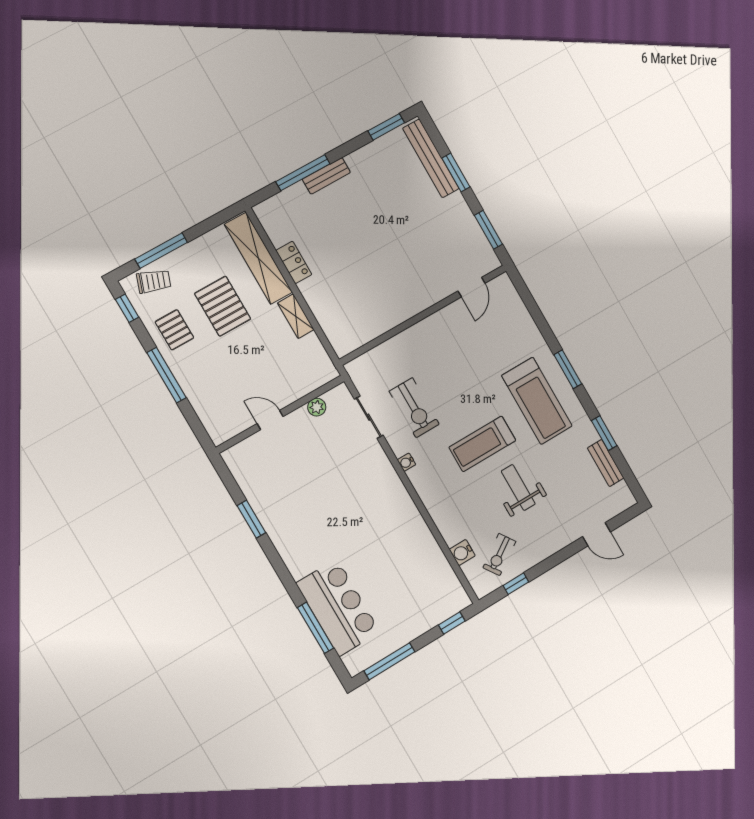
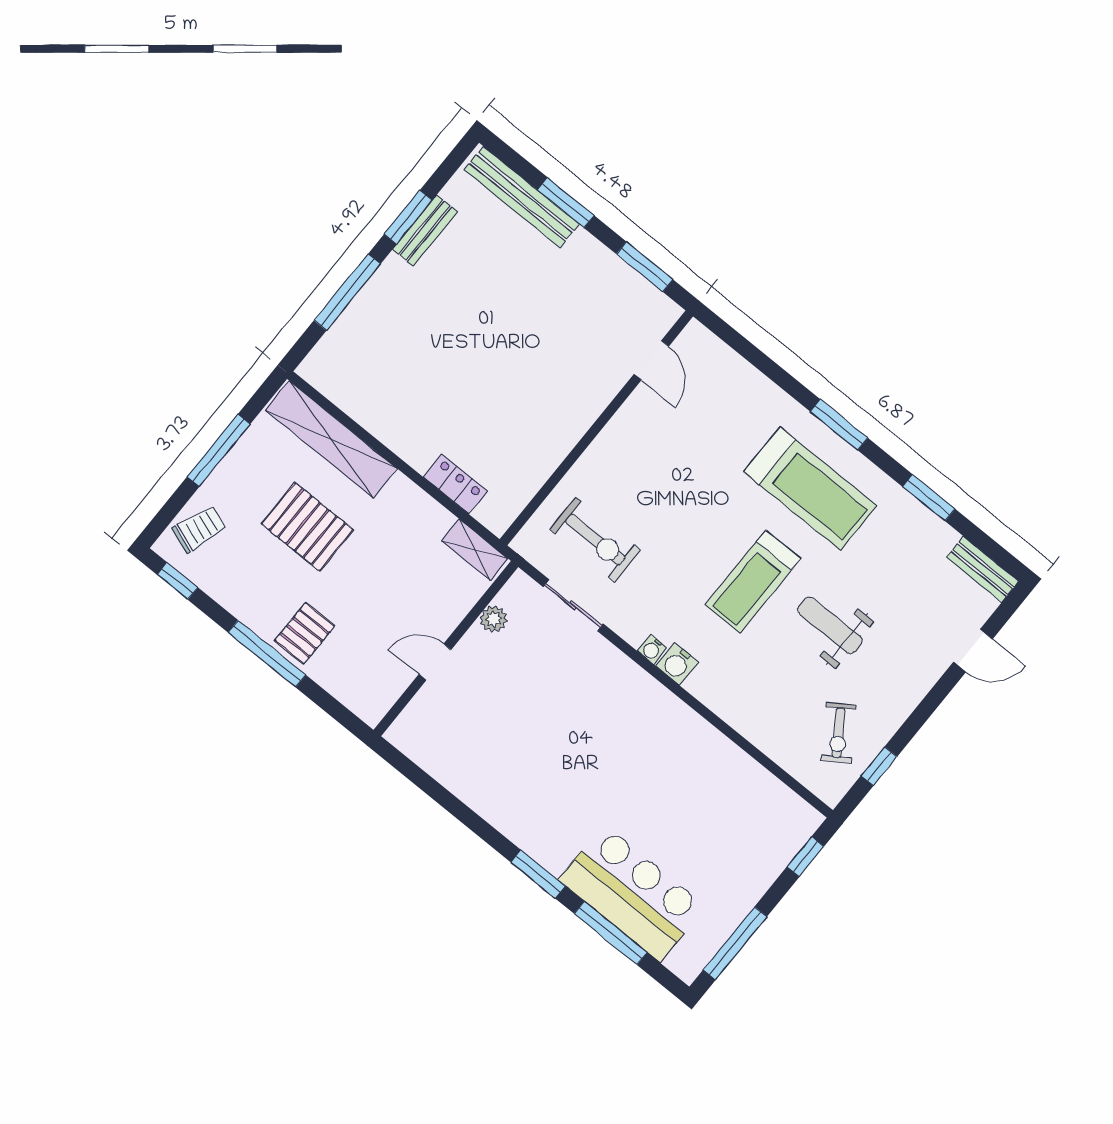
window: (386, 127) -> (408, 217), moved
bench: (326, 176) -> (425, 231), moved
window: (161, 251) -> (219, 450), moved
locker: (294, 262) -> (455, 484), moved
shelving: (296, 316) -> (475, 550), moved
pallet: (174, 330) -> (305, 633), moved, turned 90
exercise bike: (414, 408) -> (595, 539), moved
bench: (606, 463) -> (983, 569), moved
window: (251, 519) -> (538, 874), moved
water cooler: (462, 552) -> (677, 664), moved

